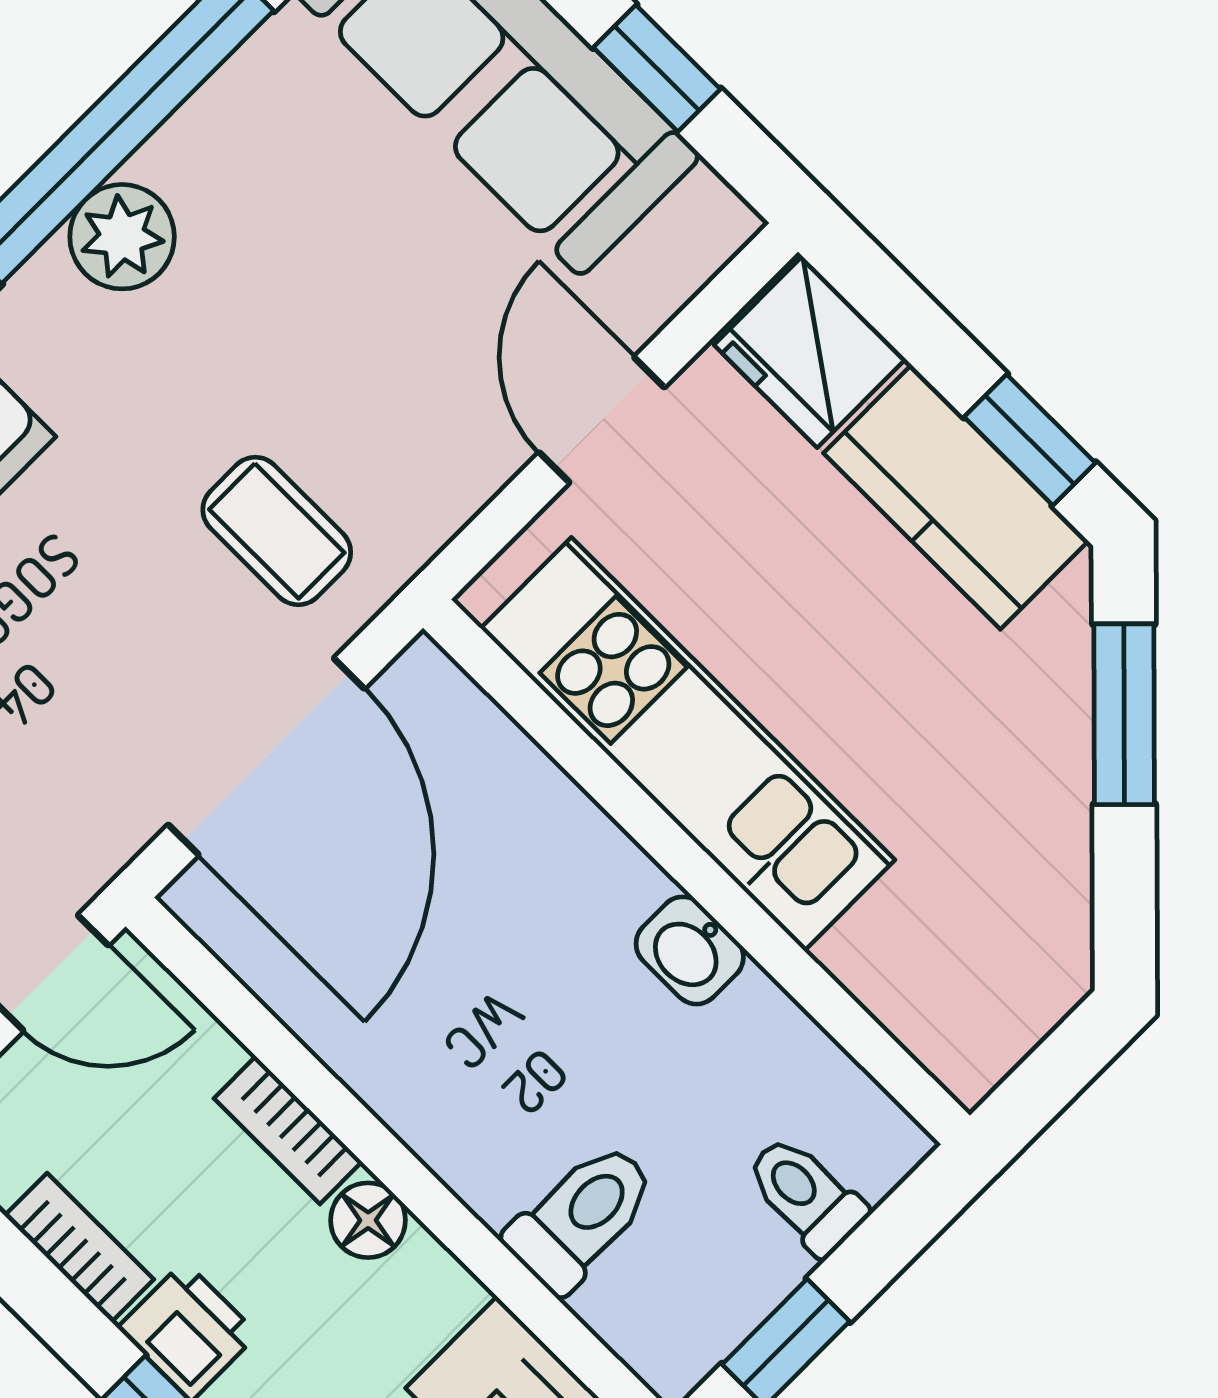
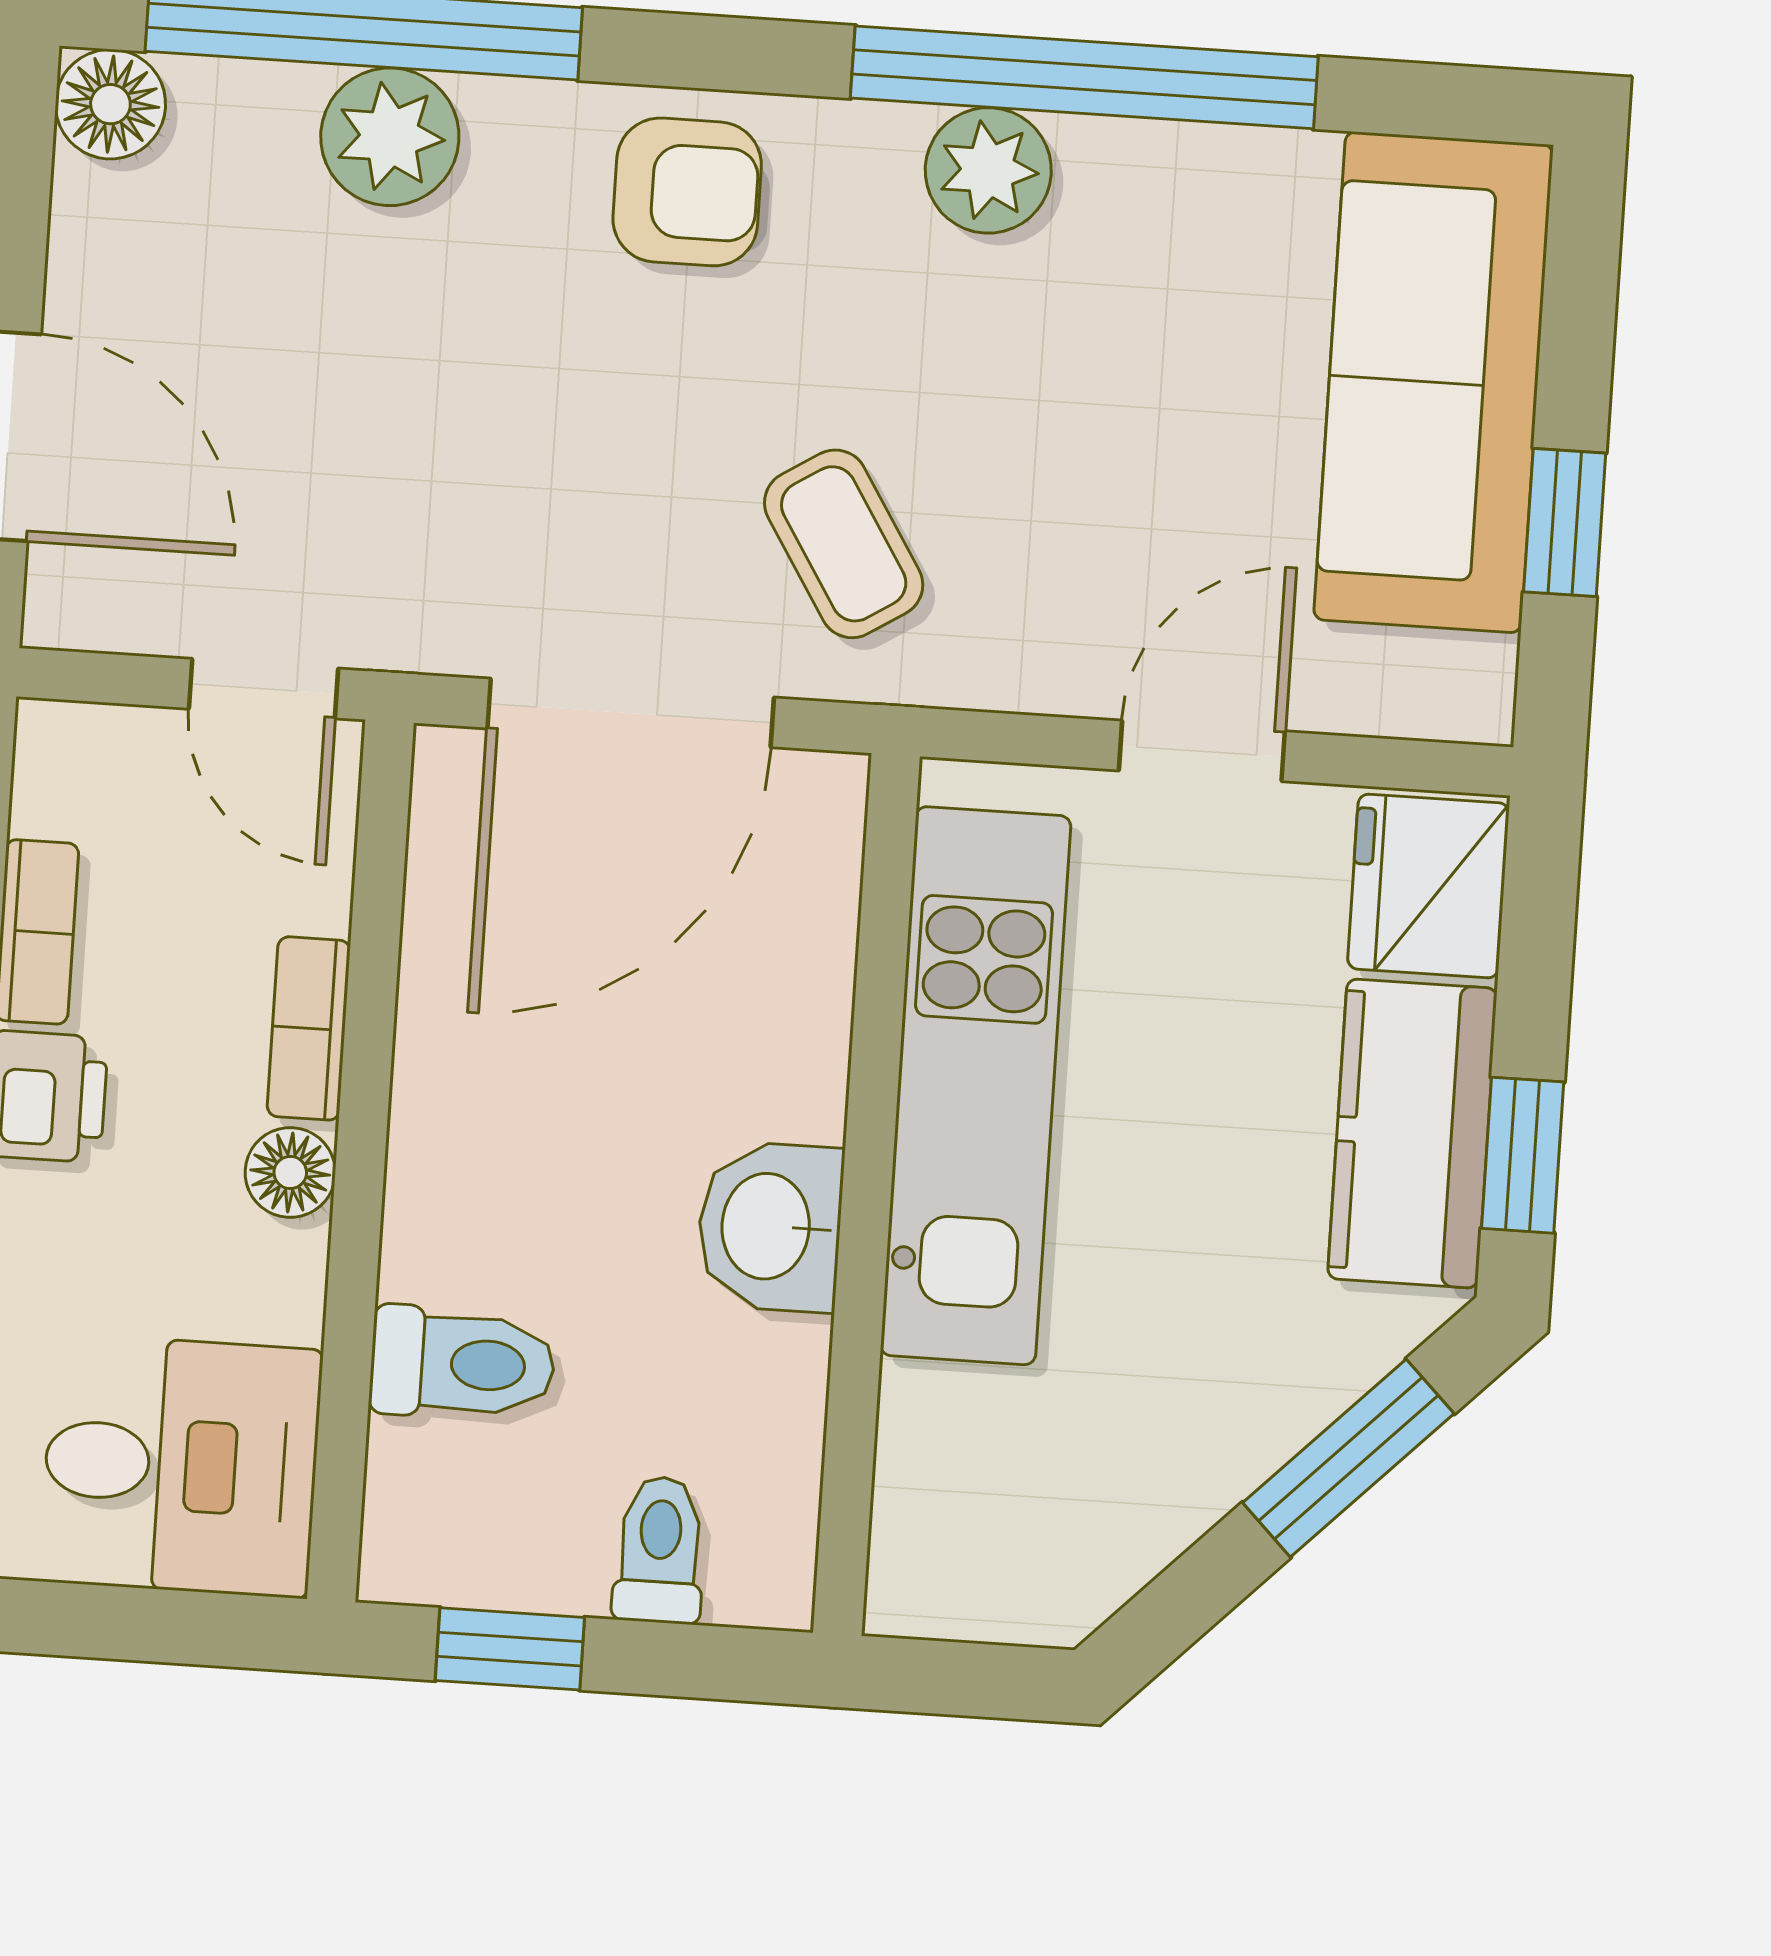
coffee table: (277, 531) -> (844, 544), turned -32
washbasin: (690, 950) -> (770, 1226), width x1.38, depth x1.45

